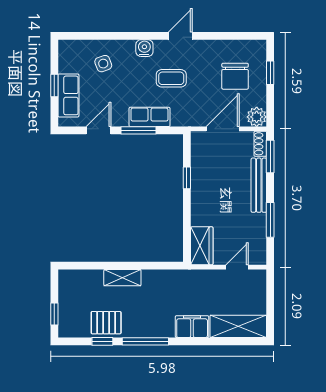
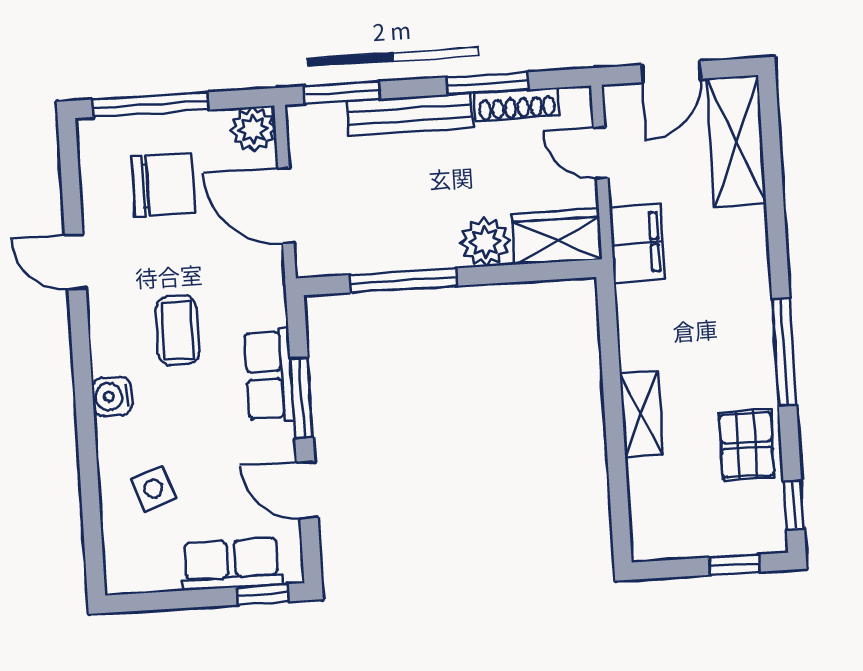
door: (180, 36) -> (75, 262), moved
window: (270, 73) -> (150, 105), width x2.17
window: (54, 85) -> (263, 594), moved
shoe rack: (260, 144) -> (517, 104), moved, width x1.43
window: (187, 178) -> (403, 280), width x2.17
plant: (201, 214) -> (485, 242), added
door: (270, 300) -> (671, 72), added
filing cabinet: (192, 327) -> (637, 243), moved, turned 180
window: (102, 341) -> (794, 505), moved

